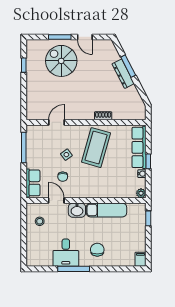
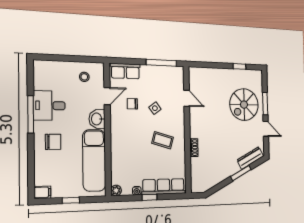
door: (85, 37) -> (266, 129), swing flipped
spiral stairs: (61, 61) -> (244, 105), turned 180
dresser: (123, 74) -> (250, 158), moved
coffee table: (96, 148) -> (163, 140), width x0.54, depth x0.58
exam couch: (106, 210) -> (94, 160), width x1.36, depth x1.45
window: (148, 218) -> (71, 200), moved

